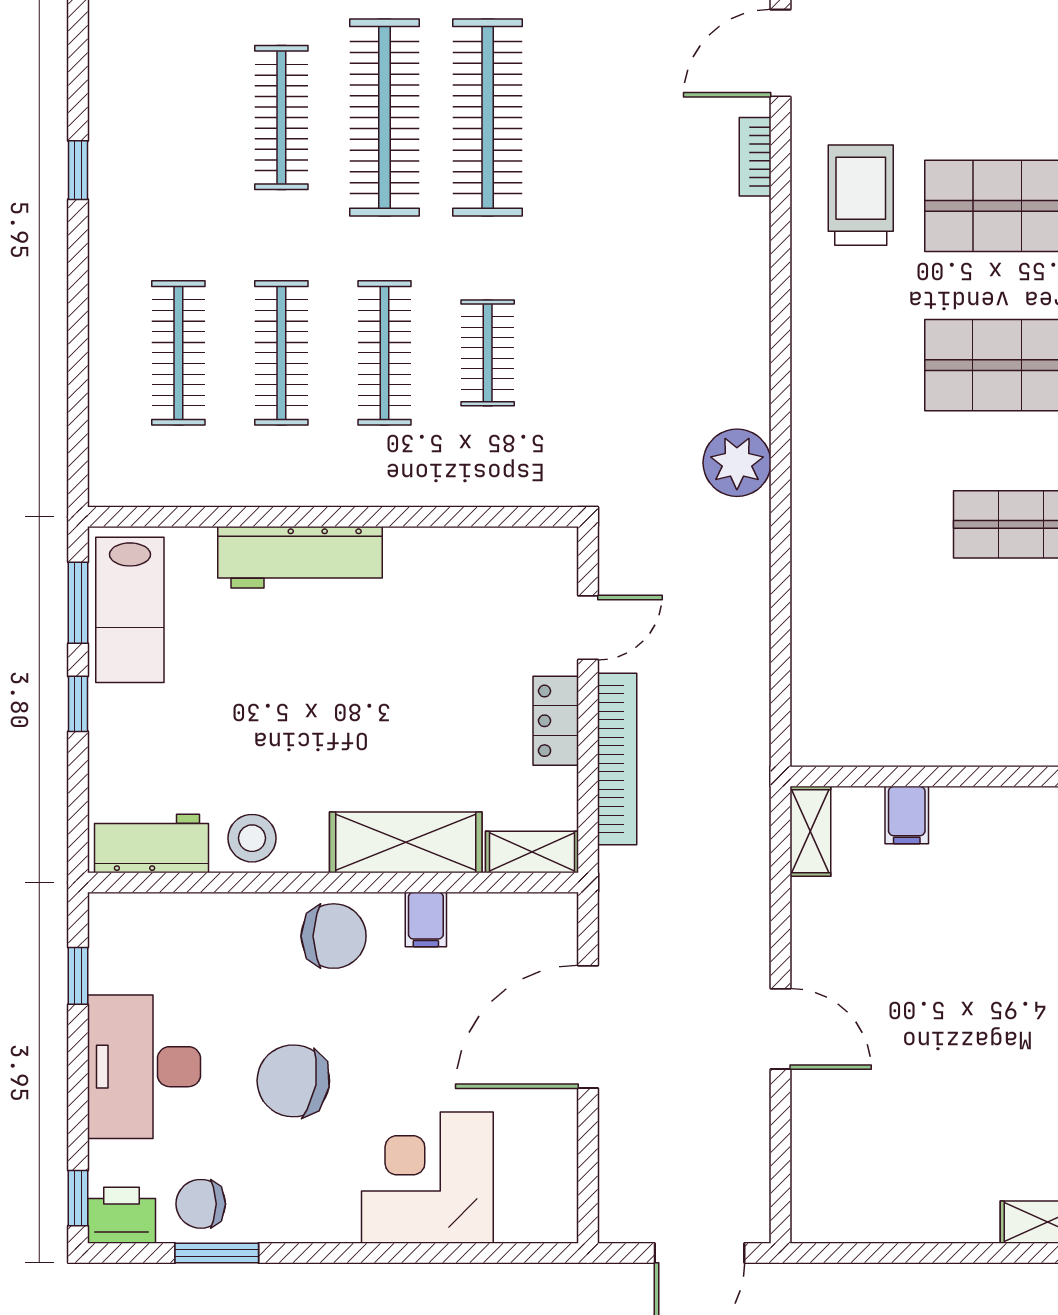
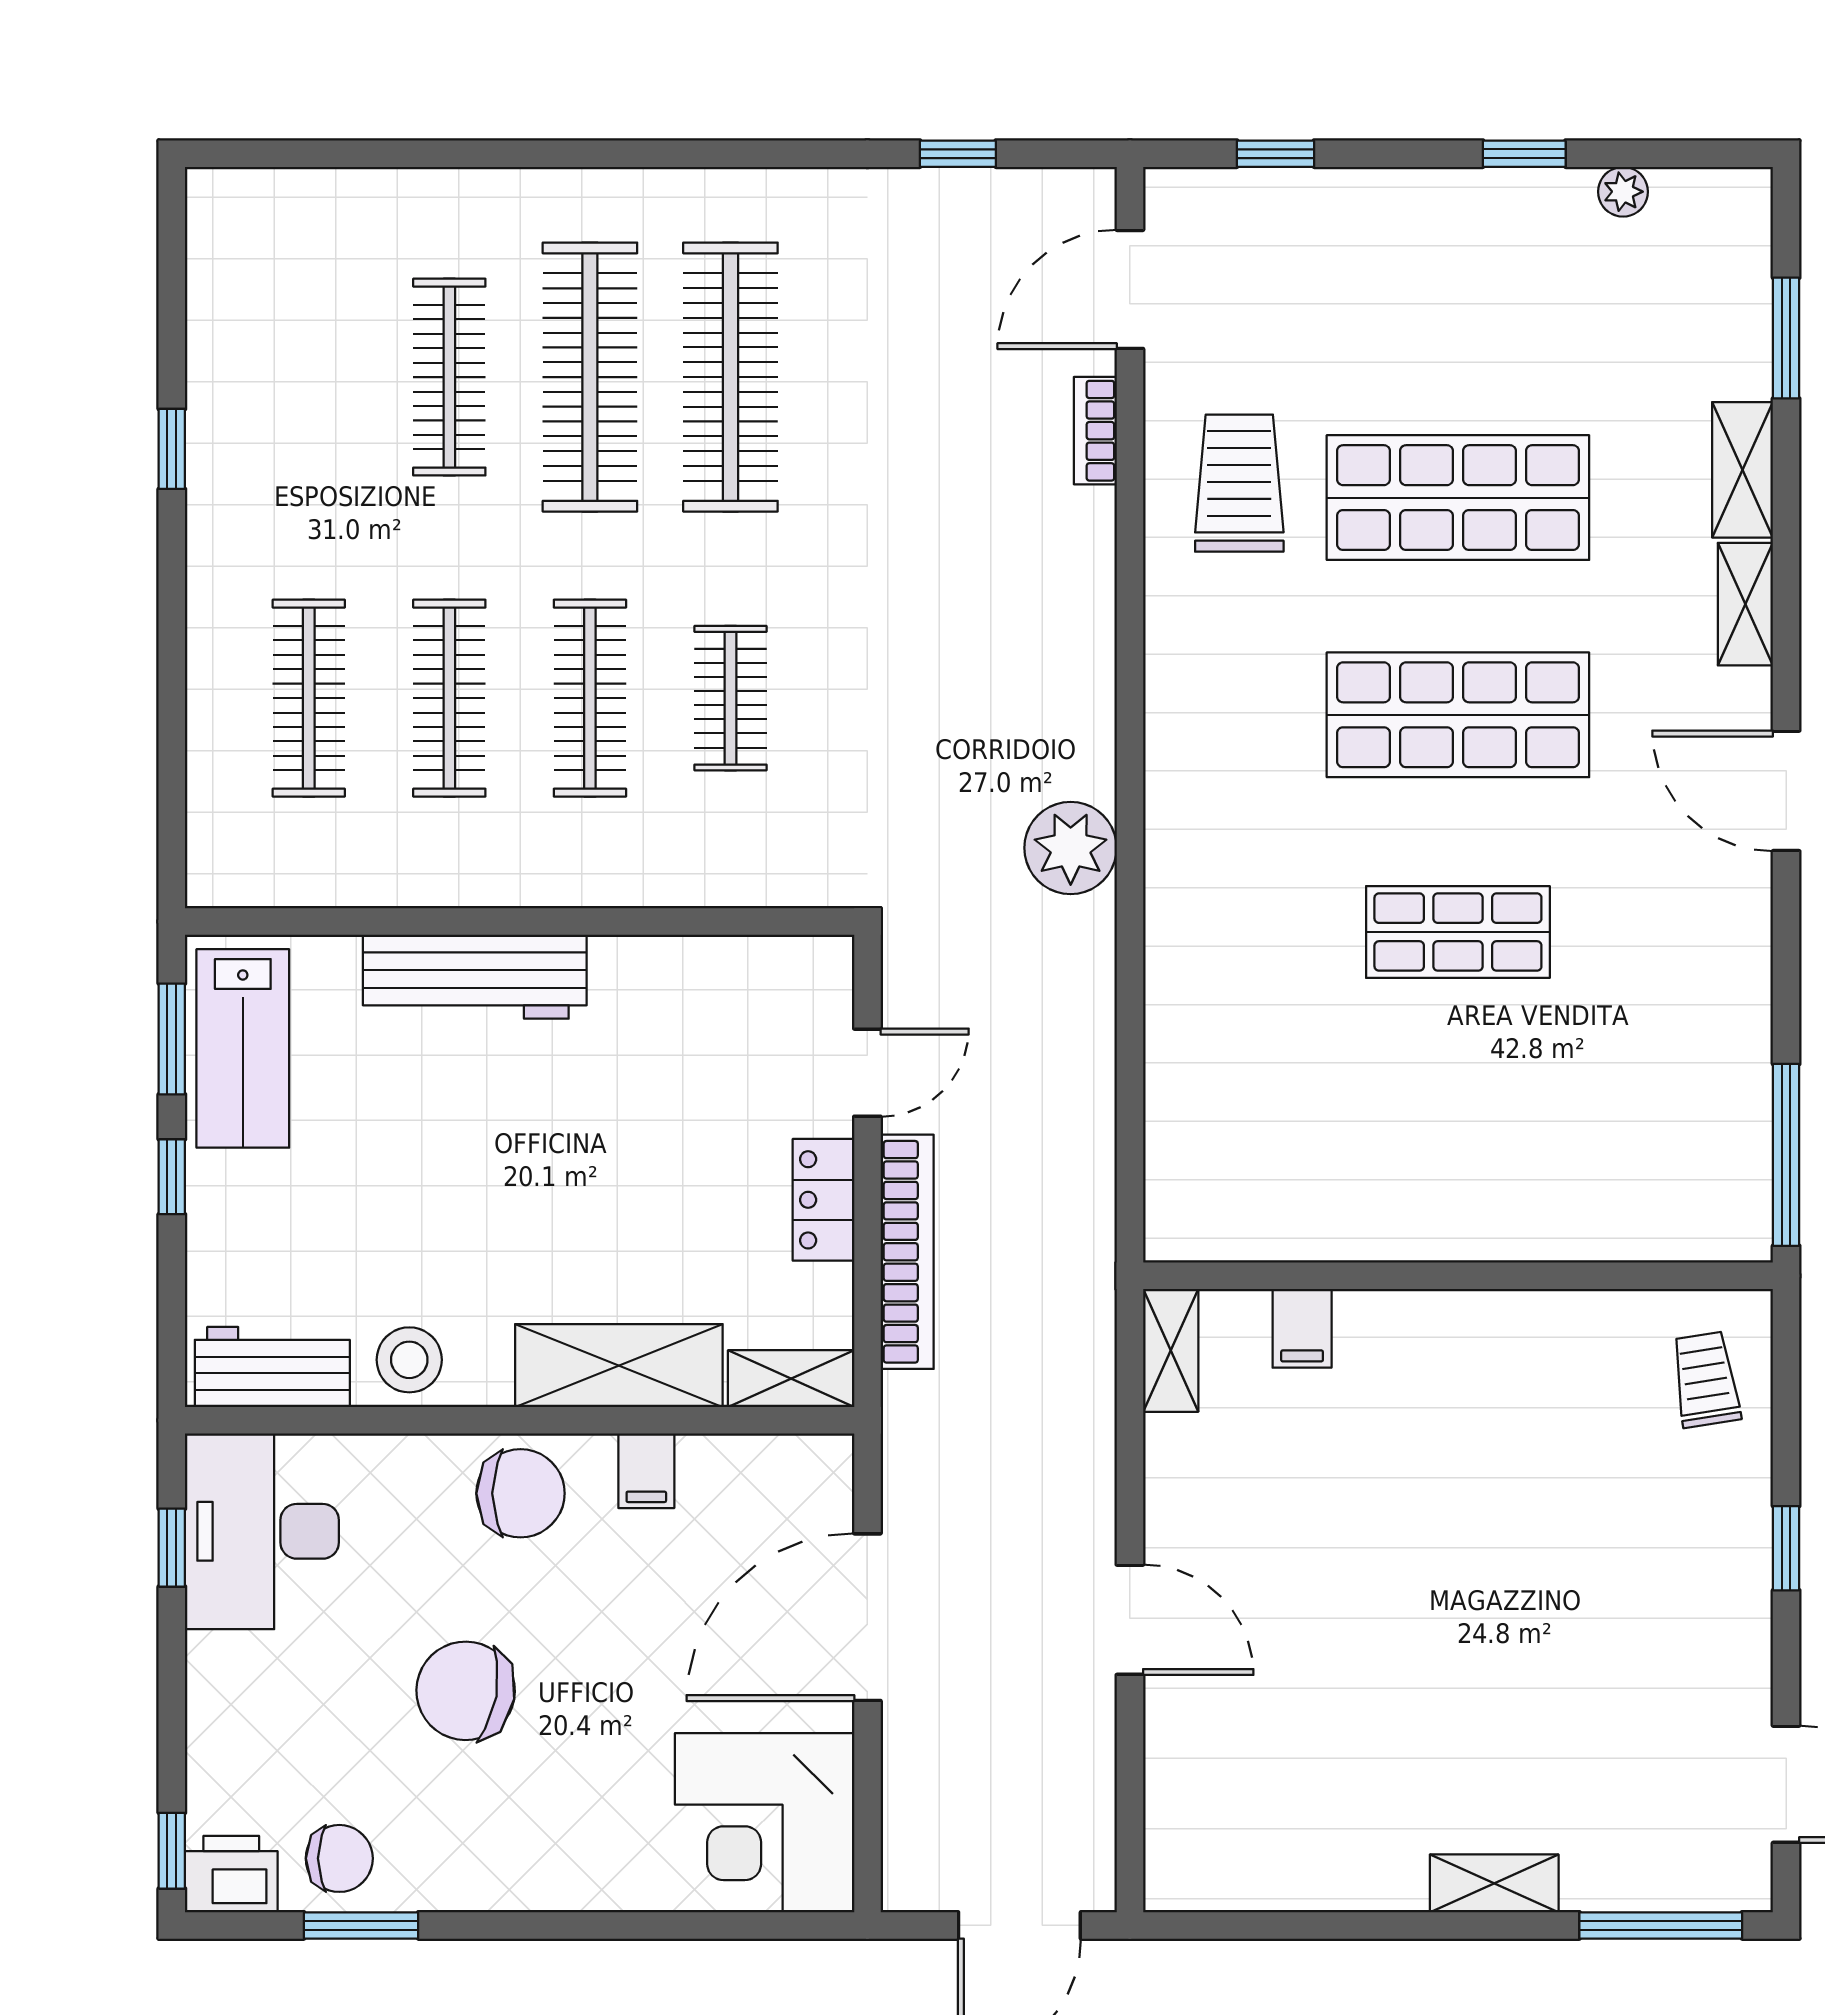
desk: (144, 1067) -> (262, 1531), moved
corner desk: (427, 1178) -> (765, 1823), moved, turned -90
chair: (201, 1204) -> (339, 1858), turned 180

